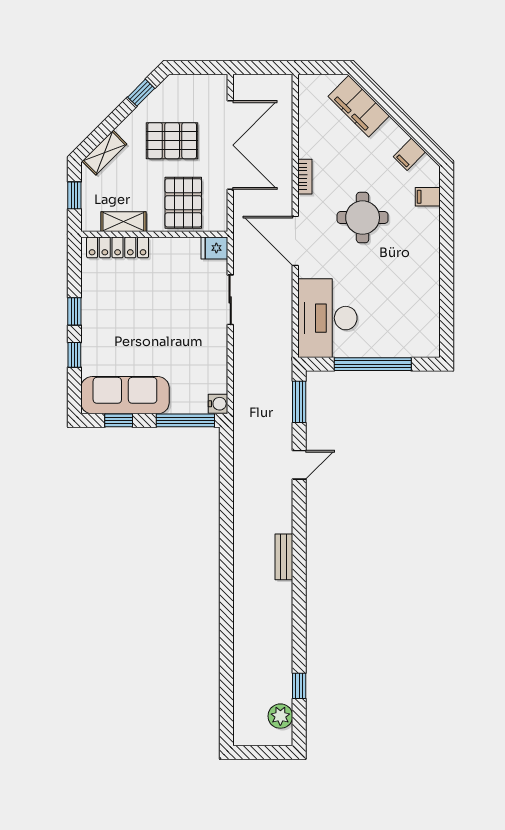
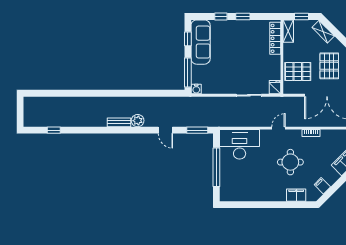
filing cabinet: (428, 197) -> (296, 195), width x2.00
shelving: (123, 222) -> (288, 31), moved
door: (295, 241) -> (279, 128), width x0.53
plant: (280, 716) -> (138, 121), moved

